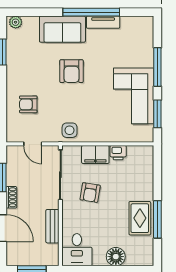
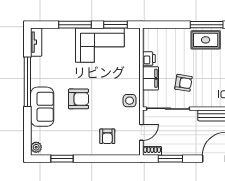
tv unit: (103, 22) -> (36, 42), moved
shoe rack: (11, 197) -> (152, 151), moved

